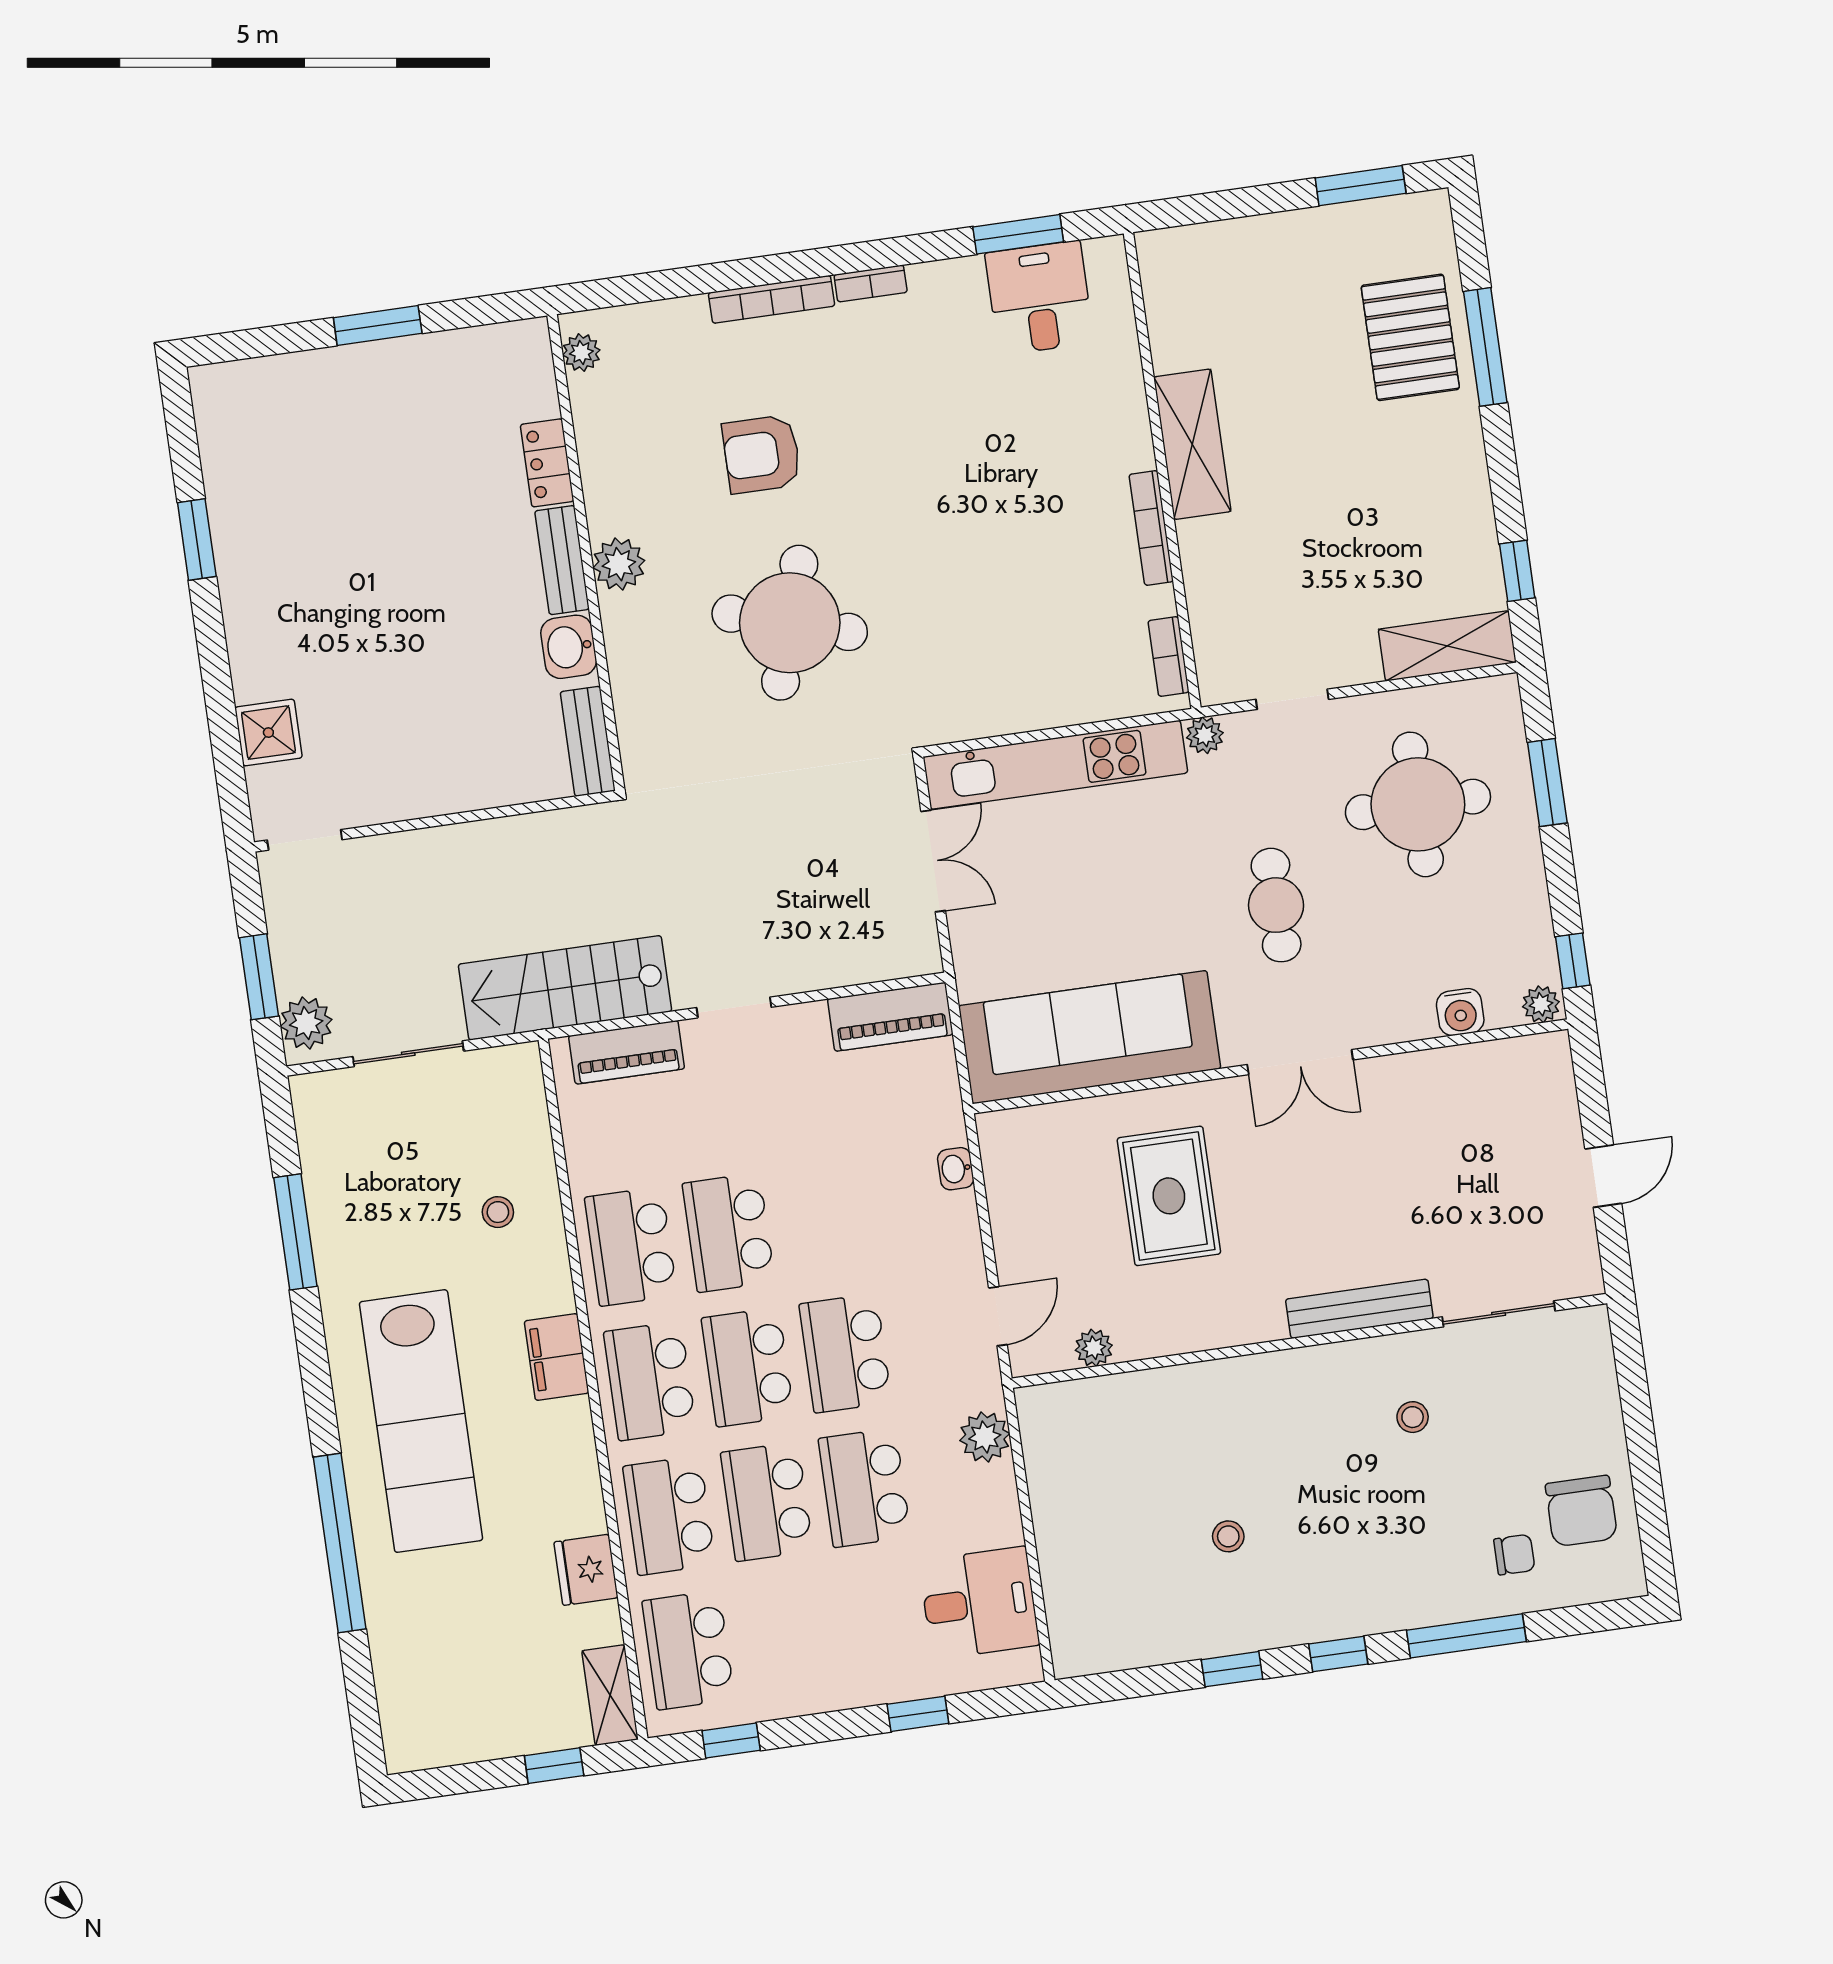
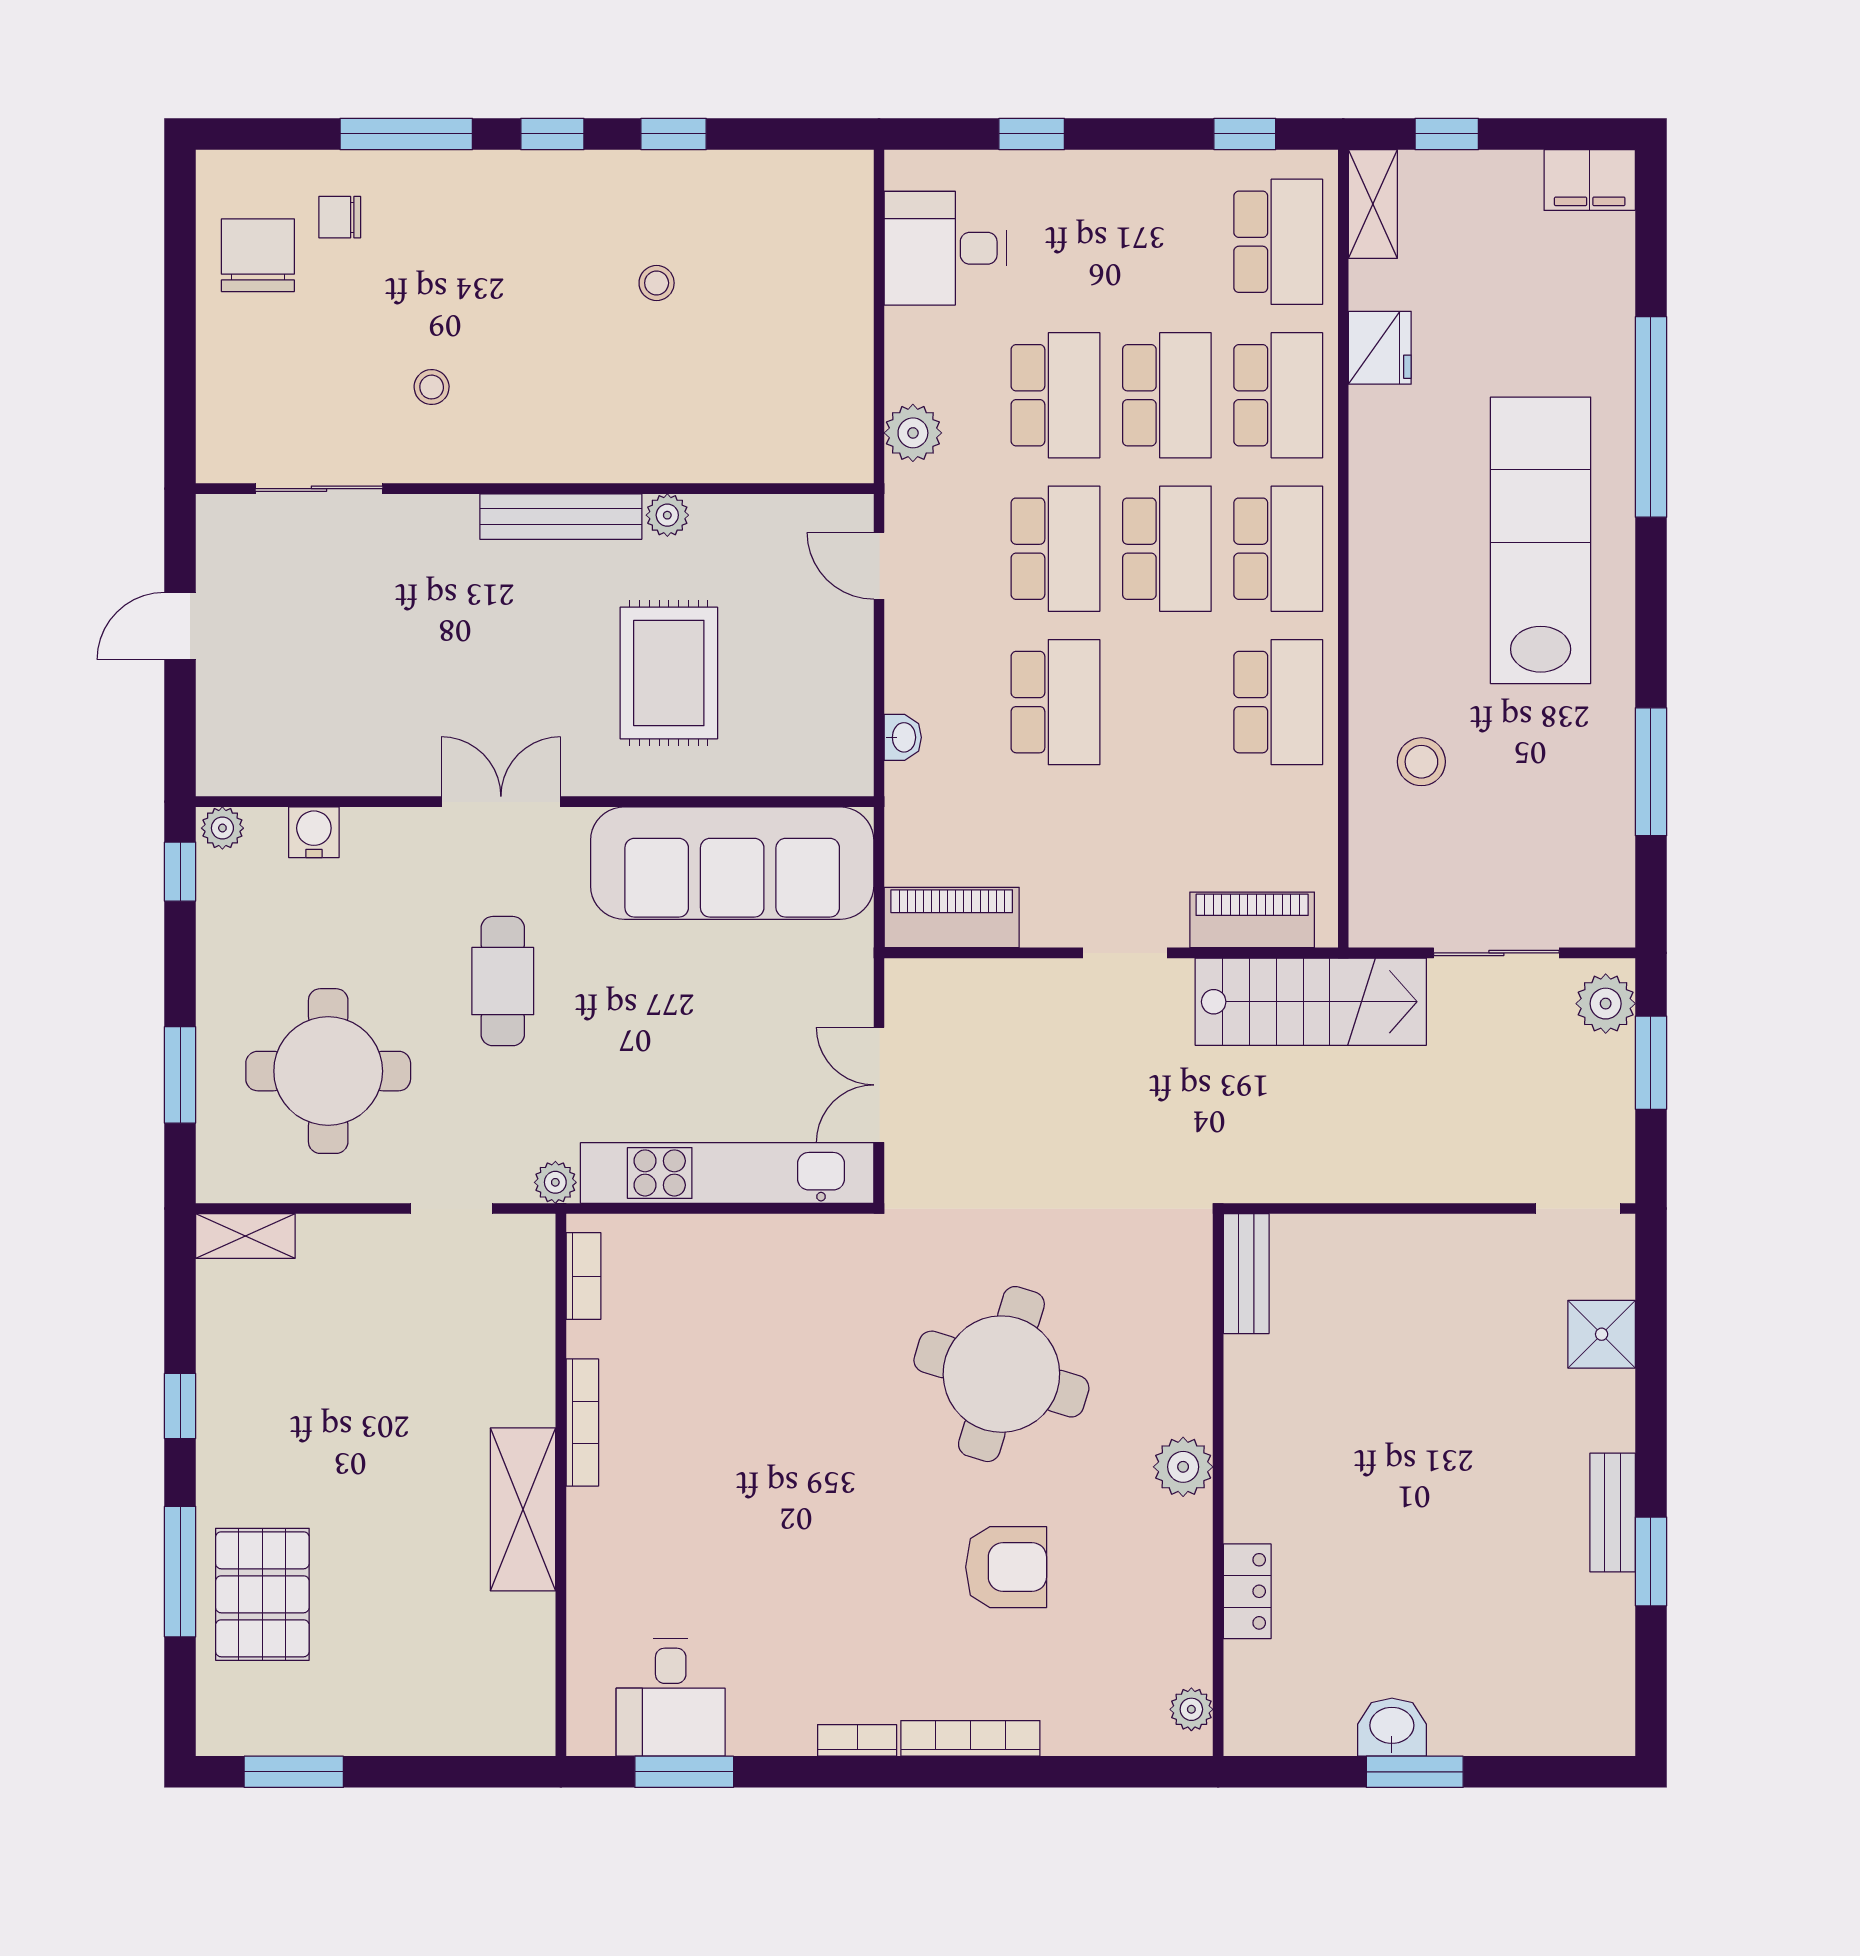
bench: (562, 560) -> (1613, 1513), moved
window: (1517, 571) -> (180, 1406), moved
shelving: (1447, 646) -> (245, 1236), width x0.67, depth x0.75
washbasin: (569, 647) -> (1392, 1727), moved, turned -90
stool: (498, 1212) -> (1421, 762), width x1.37, depth x1.37
school desk: (729, 1233) -> (1055, 702), moved
bench: (1359, 1309) -> (561, 517), moved
door: (998, 1316) -> (879, 566), hinge flipped
plant: (1094, 1348) -> (667, 515), moved
filing cabinet: (557, 1357) -> (1590, 180), moved, turned 90

